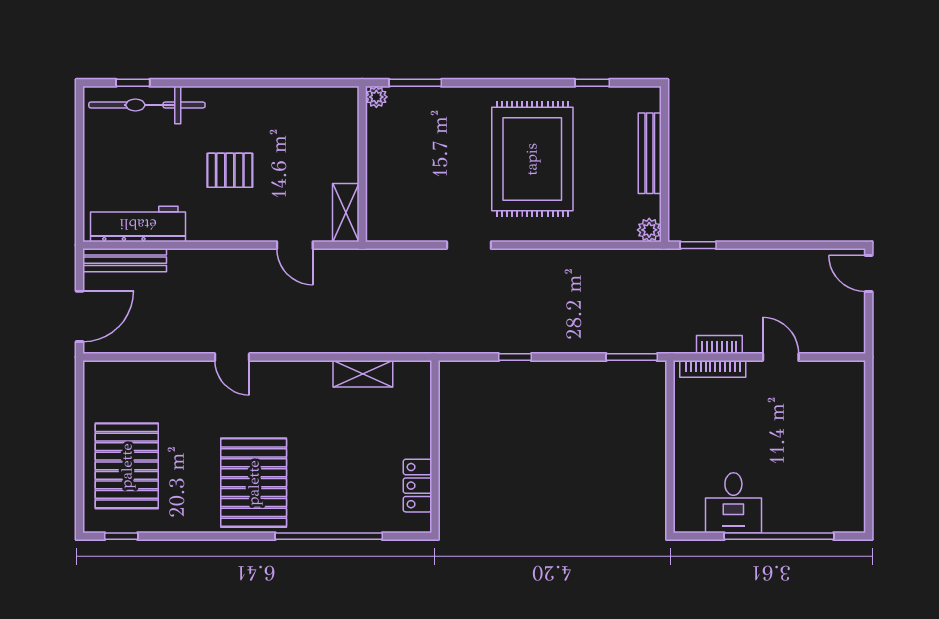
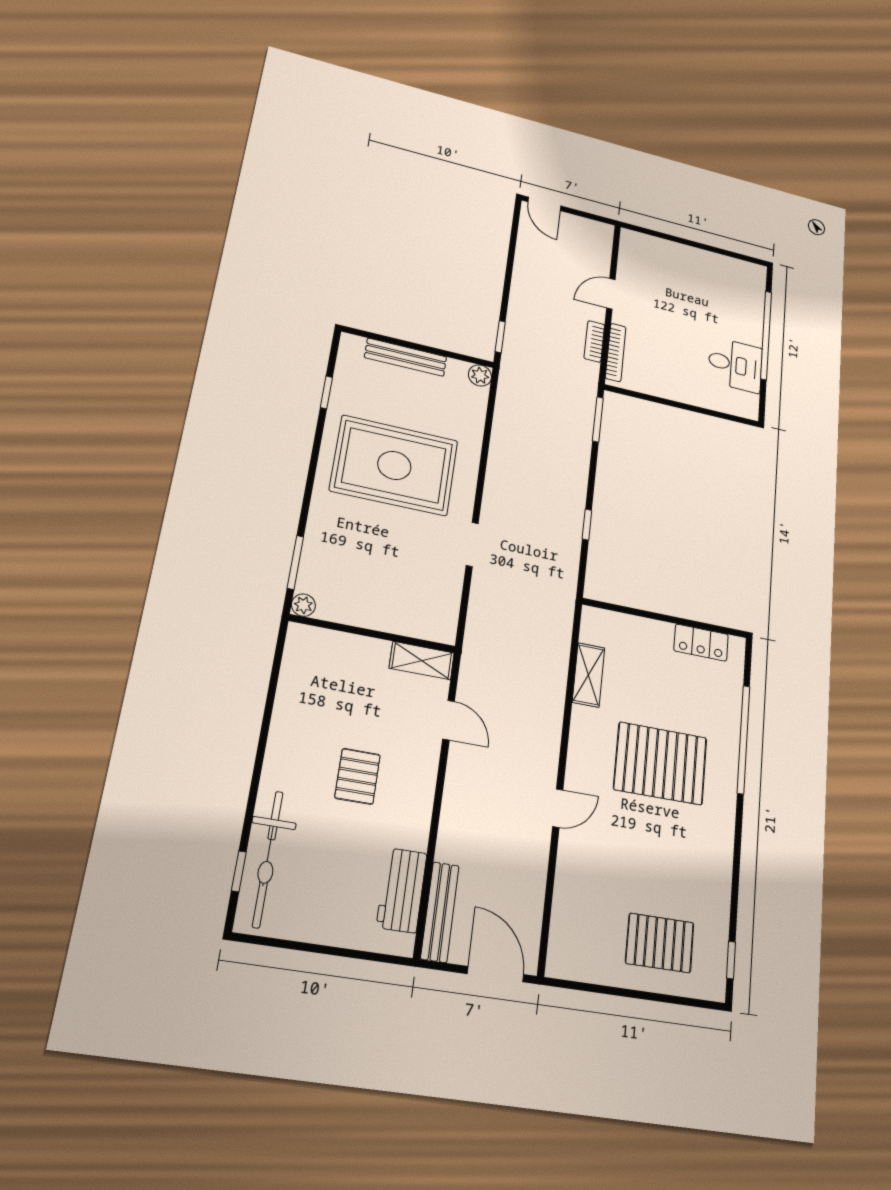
workbench: (138, 224) -> (402, 890), width x0.73
door: (295, 245) -> (449, 720), hinge flipped
door: (869, 273) -> (544, 204), hinge flipped
pallet: (127, 466) -> (660, 943), width x0.73, depth x0.71
pallet: (254, 483) -> (660, 763), moved

